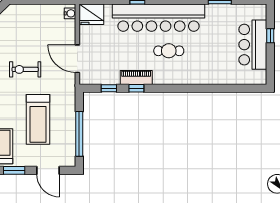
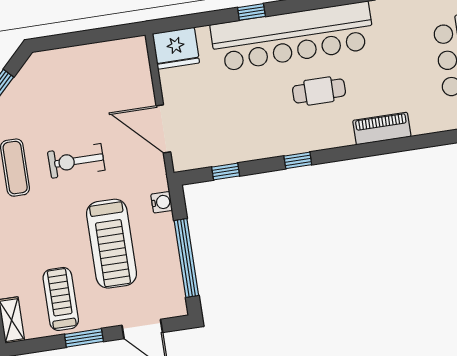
water cooler: (70, 13) -> (162, 202), moved
piano: (136, 78) -> (382, 129), moved
window: (136, 88) -> (298, 160), moved

